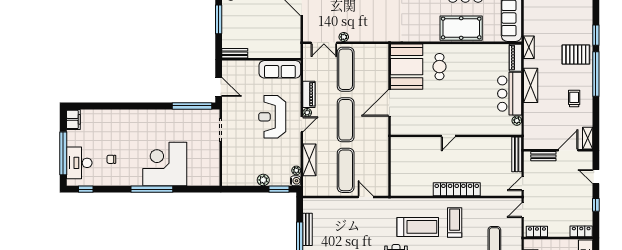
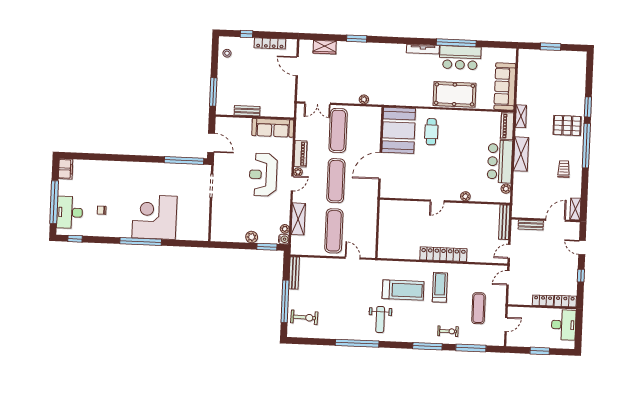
window: (219, 19) -> (213, 92), moved
plant: (344, 37) -> (364, 99), moved
bench: (235, 53) -> (247, 111), moved
plant: (476, 130) -> (465, 196), added
bench: (307, 229) -> (294, 273), moved
locker: (537, 232) -> (543, 301), moved

